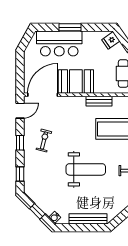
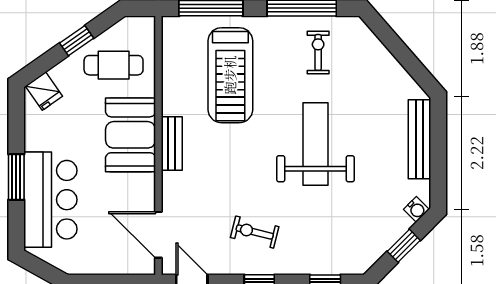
booth: (76, 82) -> (131, 135), moved
door: (43, 95) -> (158, 235), width x0.73
bench: (99, 101) -> (172, 144), moved

